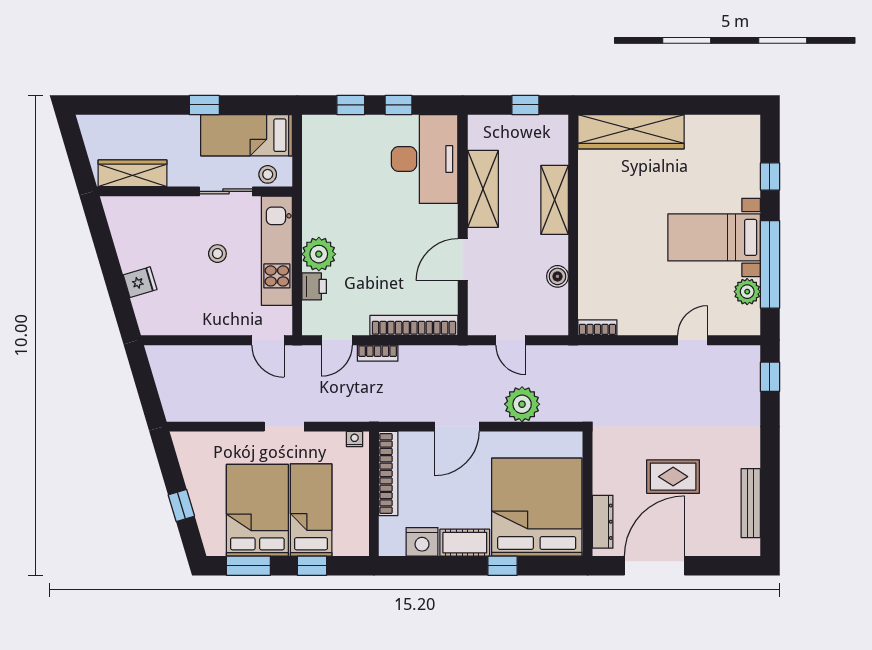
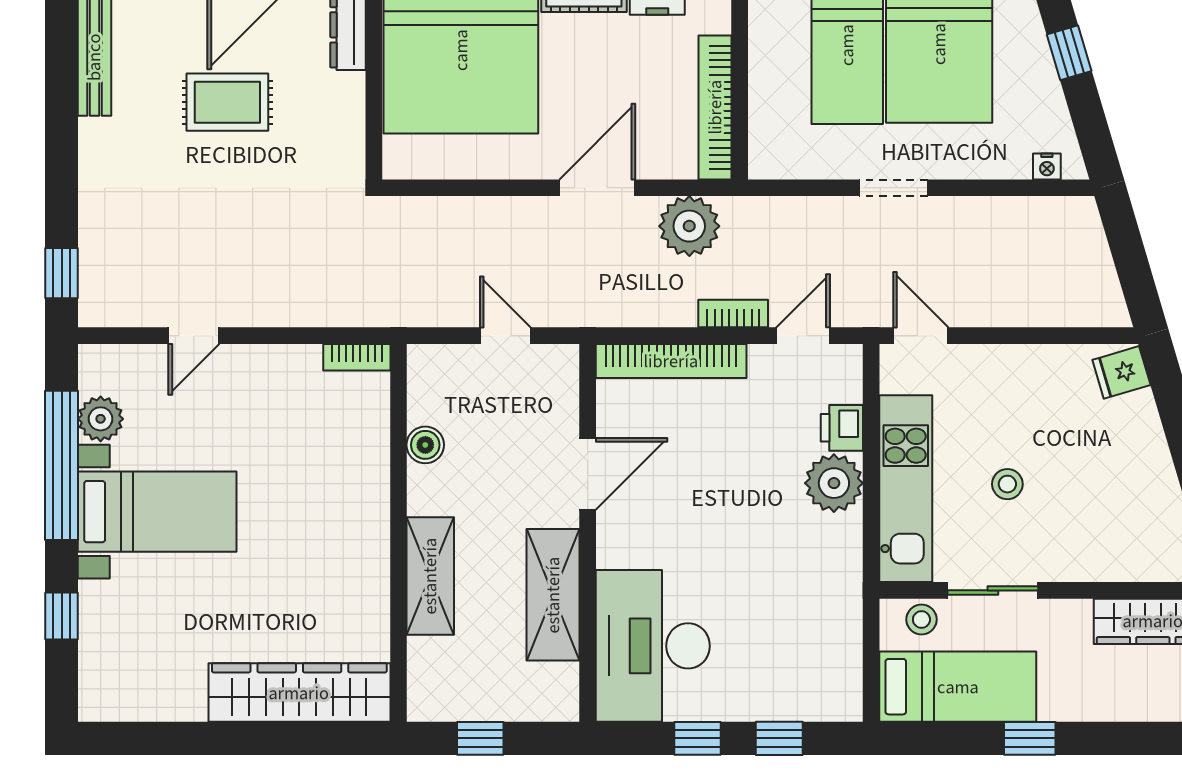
fridge: (140, 282) -> (1121, 372), moved
plant: (522, 404) -> (689, 226), moved
nightstand: (355, 439) -> (1047, 166), moved

